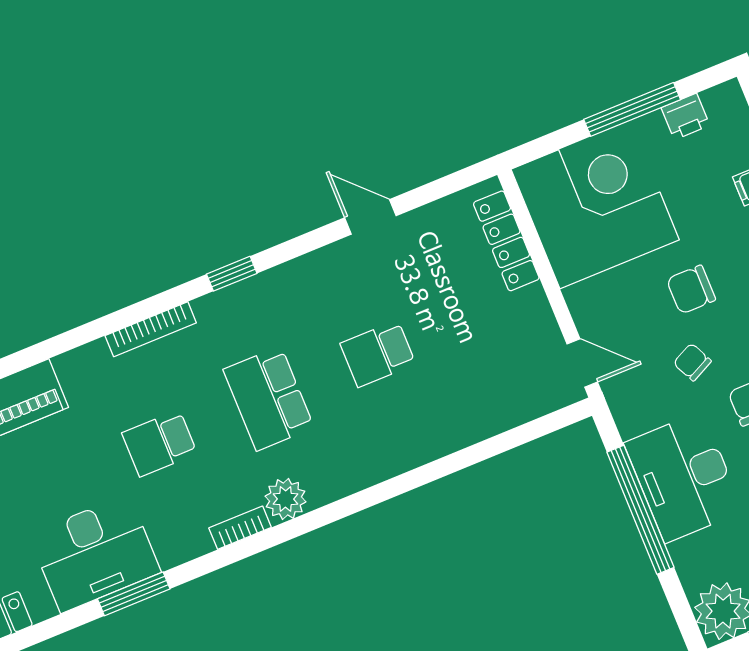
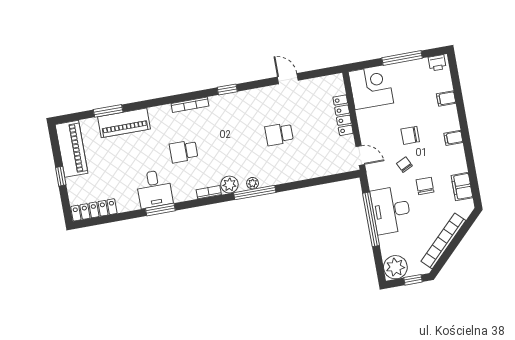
printer: (685, 117) -> (437, 63), moved
corner desk: (595, 205) -> (371, 87), width x0.74, depth x0.74
locker: (506, 241) -> (343, 115), moved
school desk: (269, 399) -> (231, 143), removed
plant: (340, 484) -> (253, 183), added
window: (350, 505) -> (255, 193), added
desk: (95, 553) -> (154, 189), width x0.73

